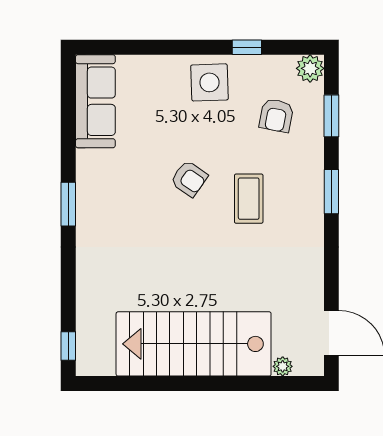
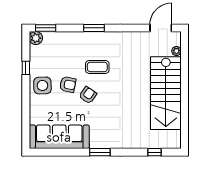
sofa: (95, 101) -> (59, 137), width x1.36, depth x1.27
armchair: (276, 116) -> (68, 84), moved
window: (331, 116) -> (46, 28), moved
window: (68, 346) -> (155, 152), moved

